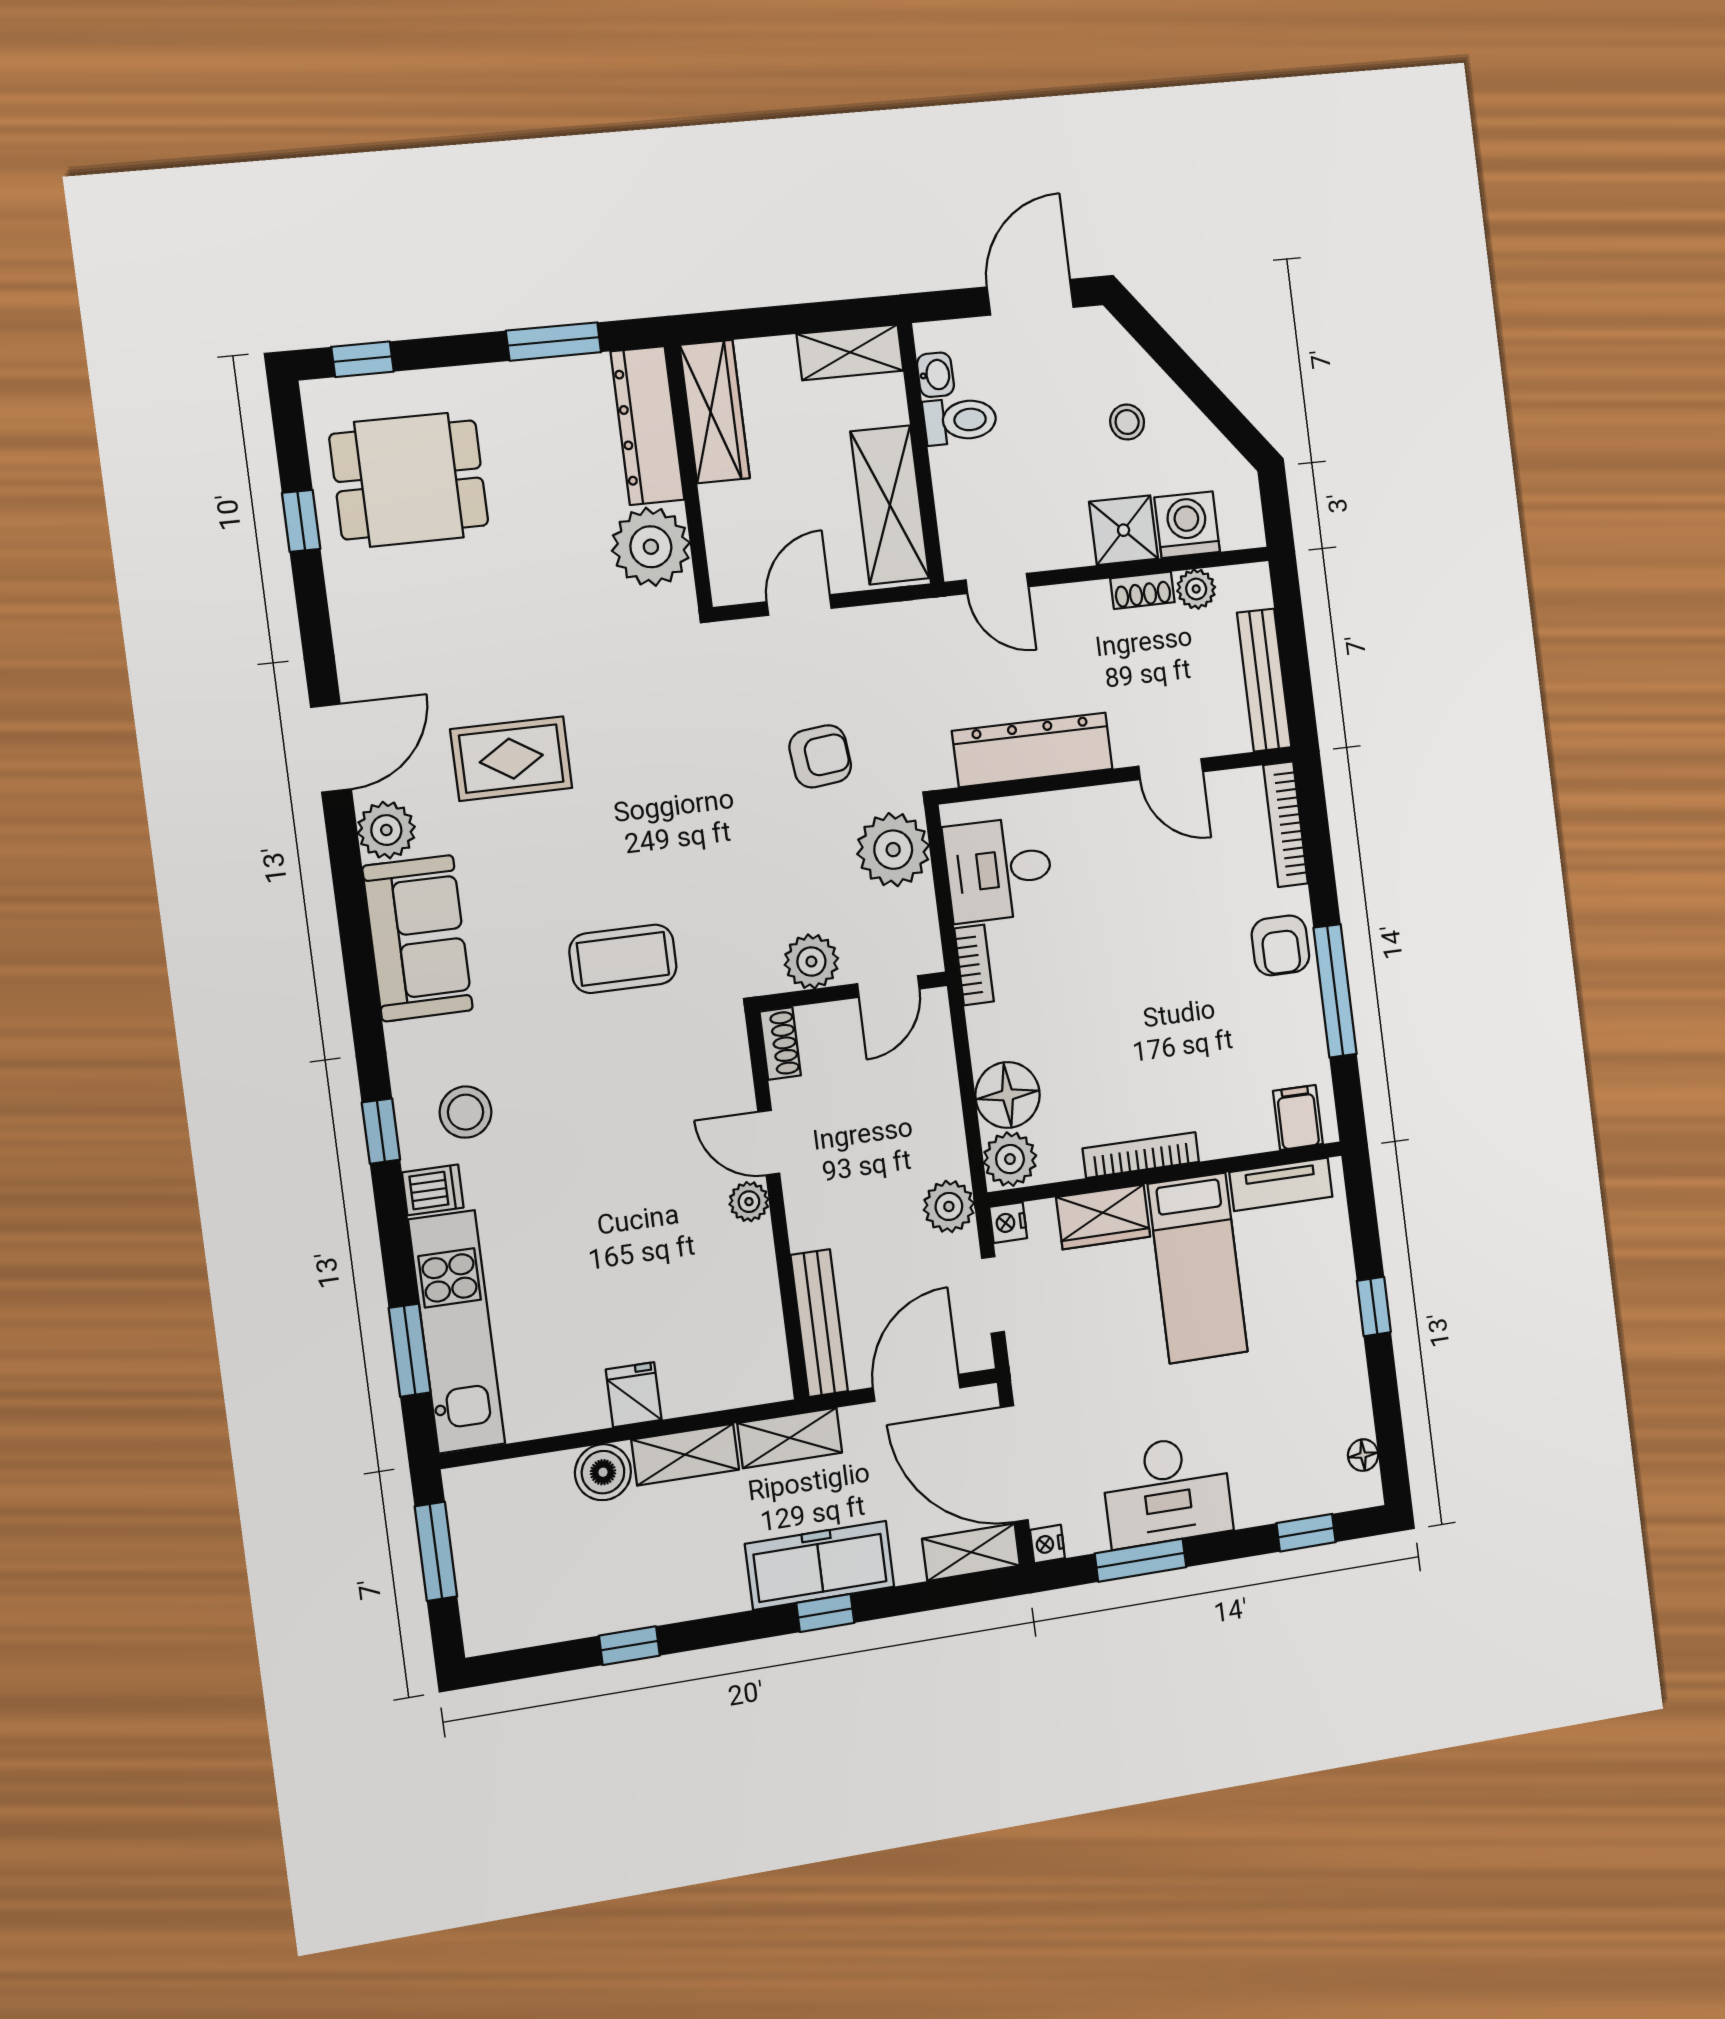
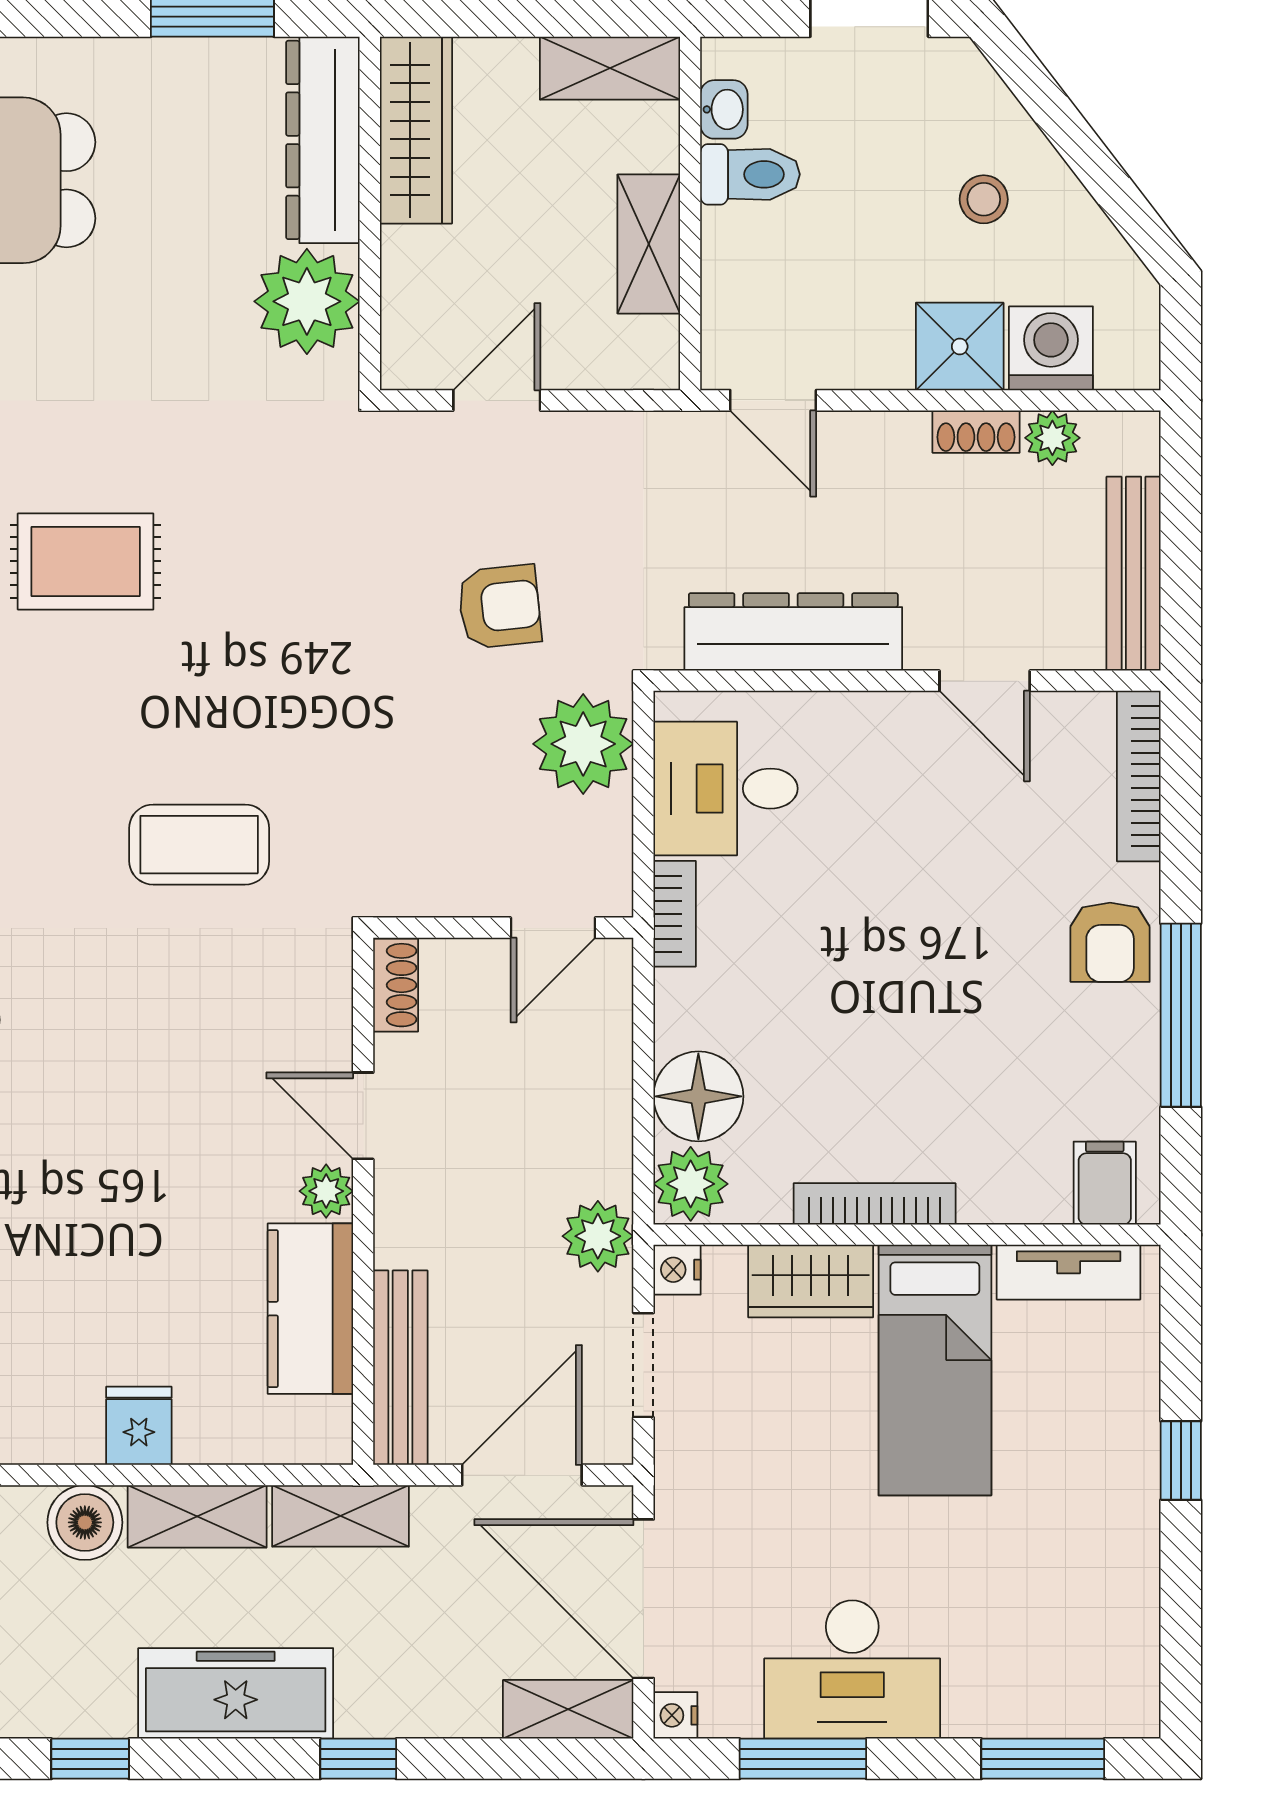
shelving: (890, 505) -> (649, 244), width x0.67, depth x0.75
plant: (811, 961) -> (452, 881), removed
kitchen counter: (748, 1290) -> (310, 1309), added
floor lamp: (1363, 1455) -> (1139, 1664), removed
window: (1306, 1533) -> (1043, 1759), width x1.50
freezer: (820, 1565) -> (236, 1693), moved

